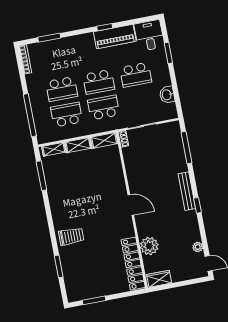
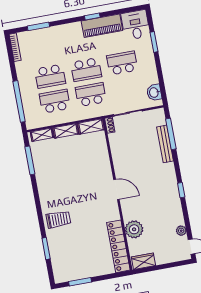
school desk: (136, 75) -> (122, 63), turned 180
washbasin: (167, 95) -> (154, 92), moved
bench: (187, 191) -> (165, 144), moved

